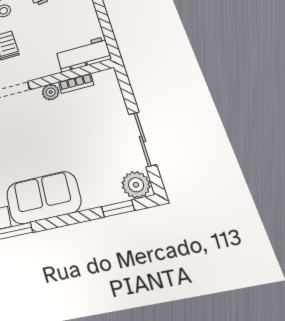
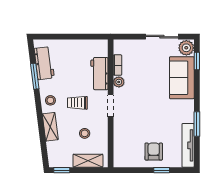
workbench: (83, 54) -> (99, 74), moved
sofa: (43, 197) -> (182, 78), moved

